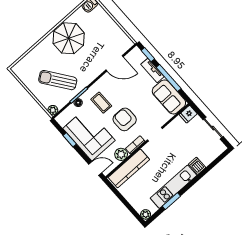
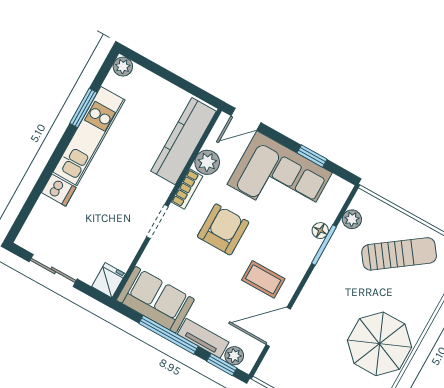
plant: (140, 57) -> (234, 356), added
sun lounger: (58, 80) -> (399, 254), moved
coffee table: (101, 103) -> (263, 279), moved
plant: (53, 110) -> (352, 219), moved
armchair: (125, 119) -> (223, 229), turned -90

